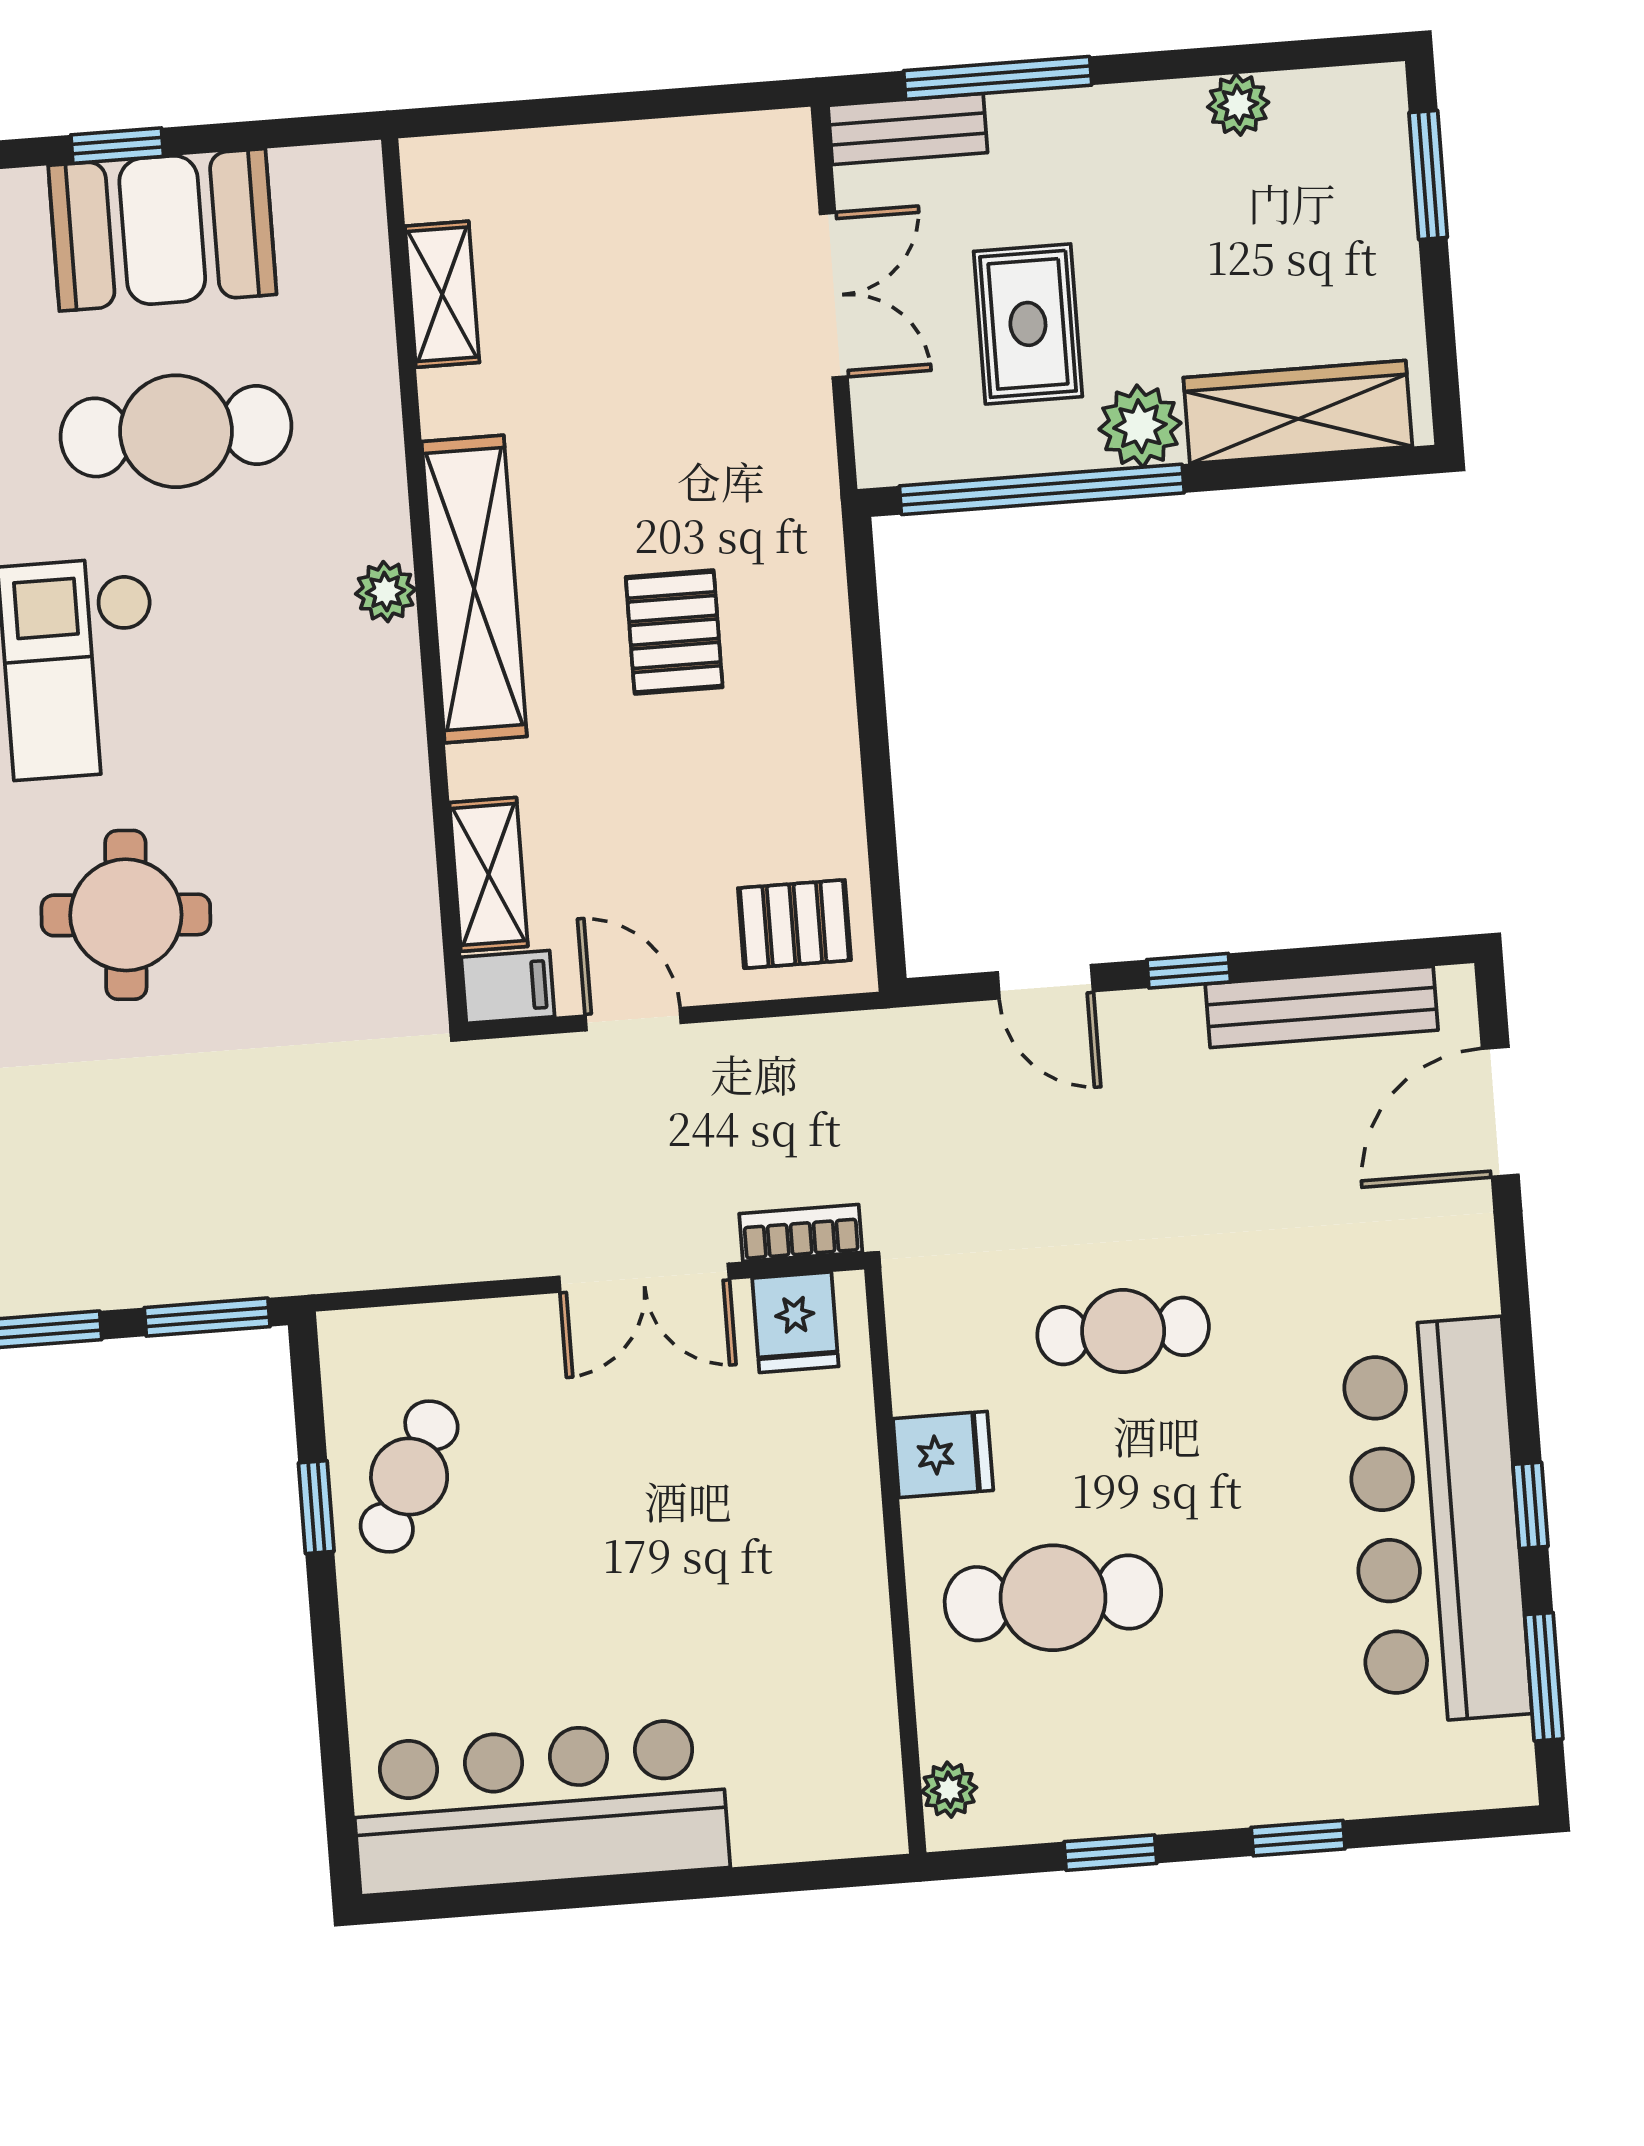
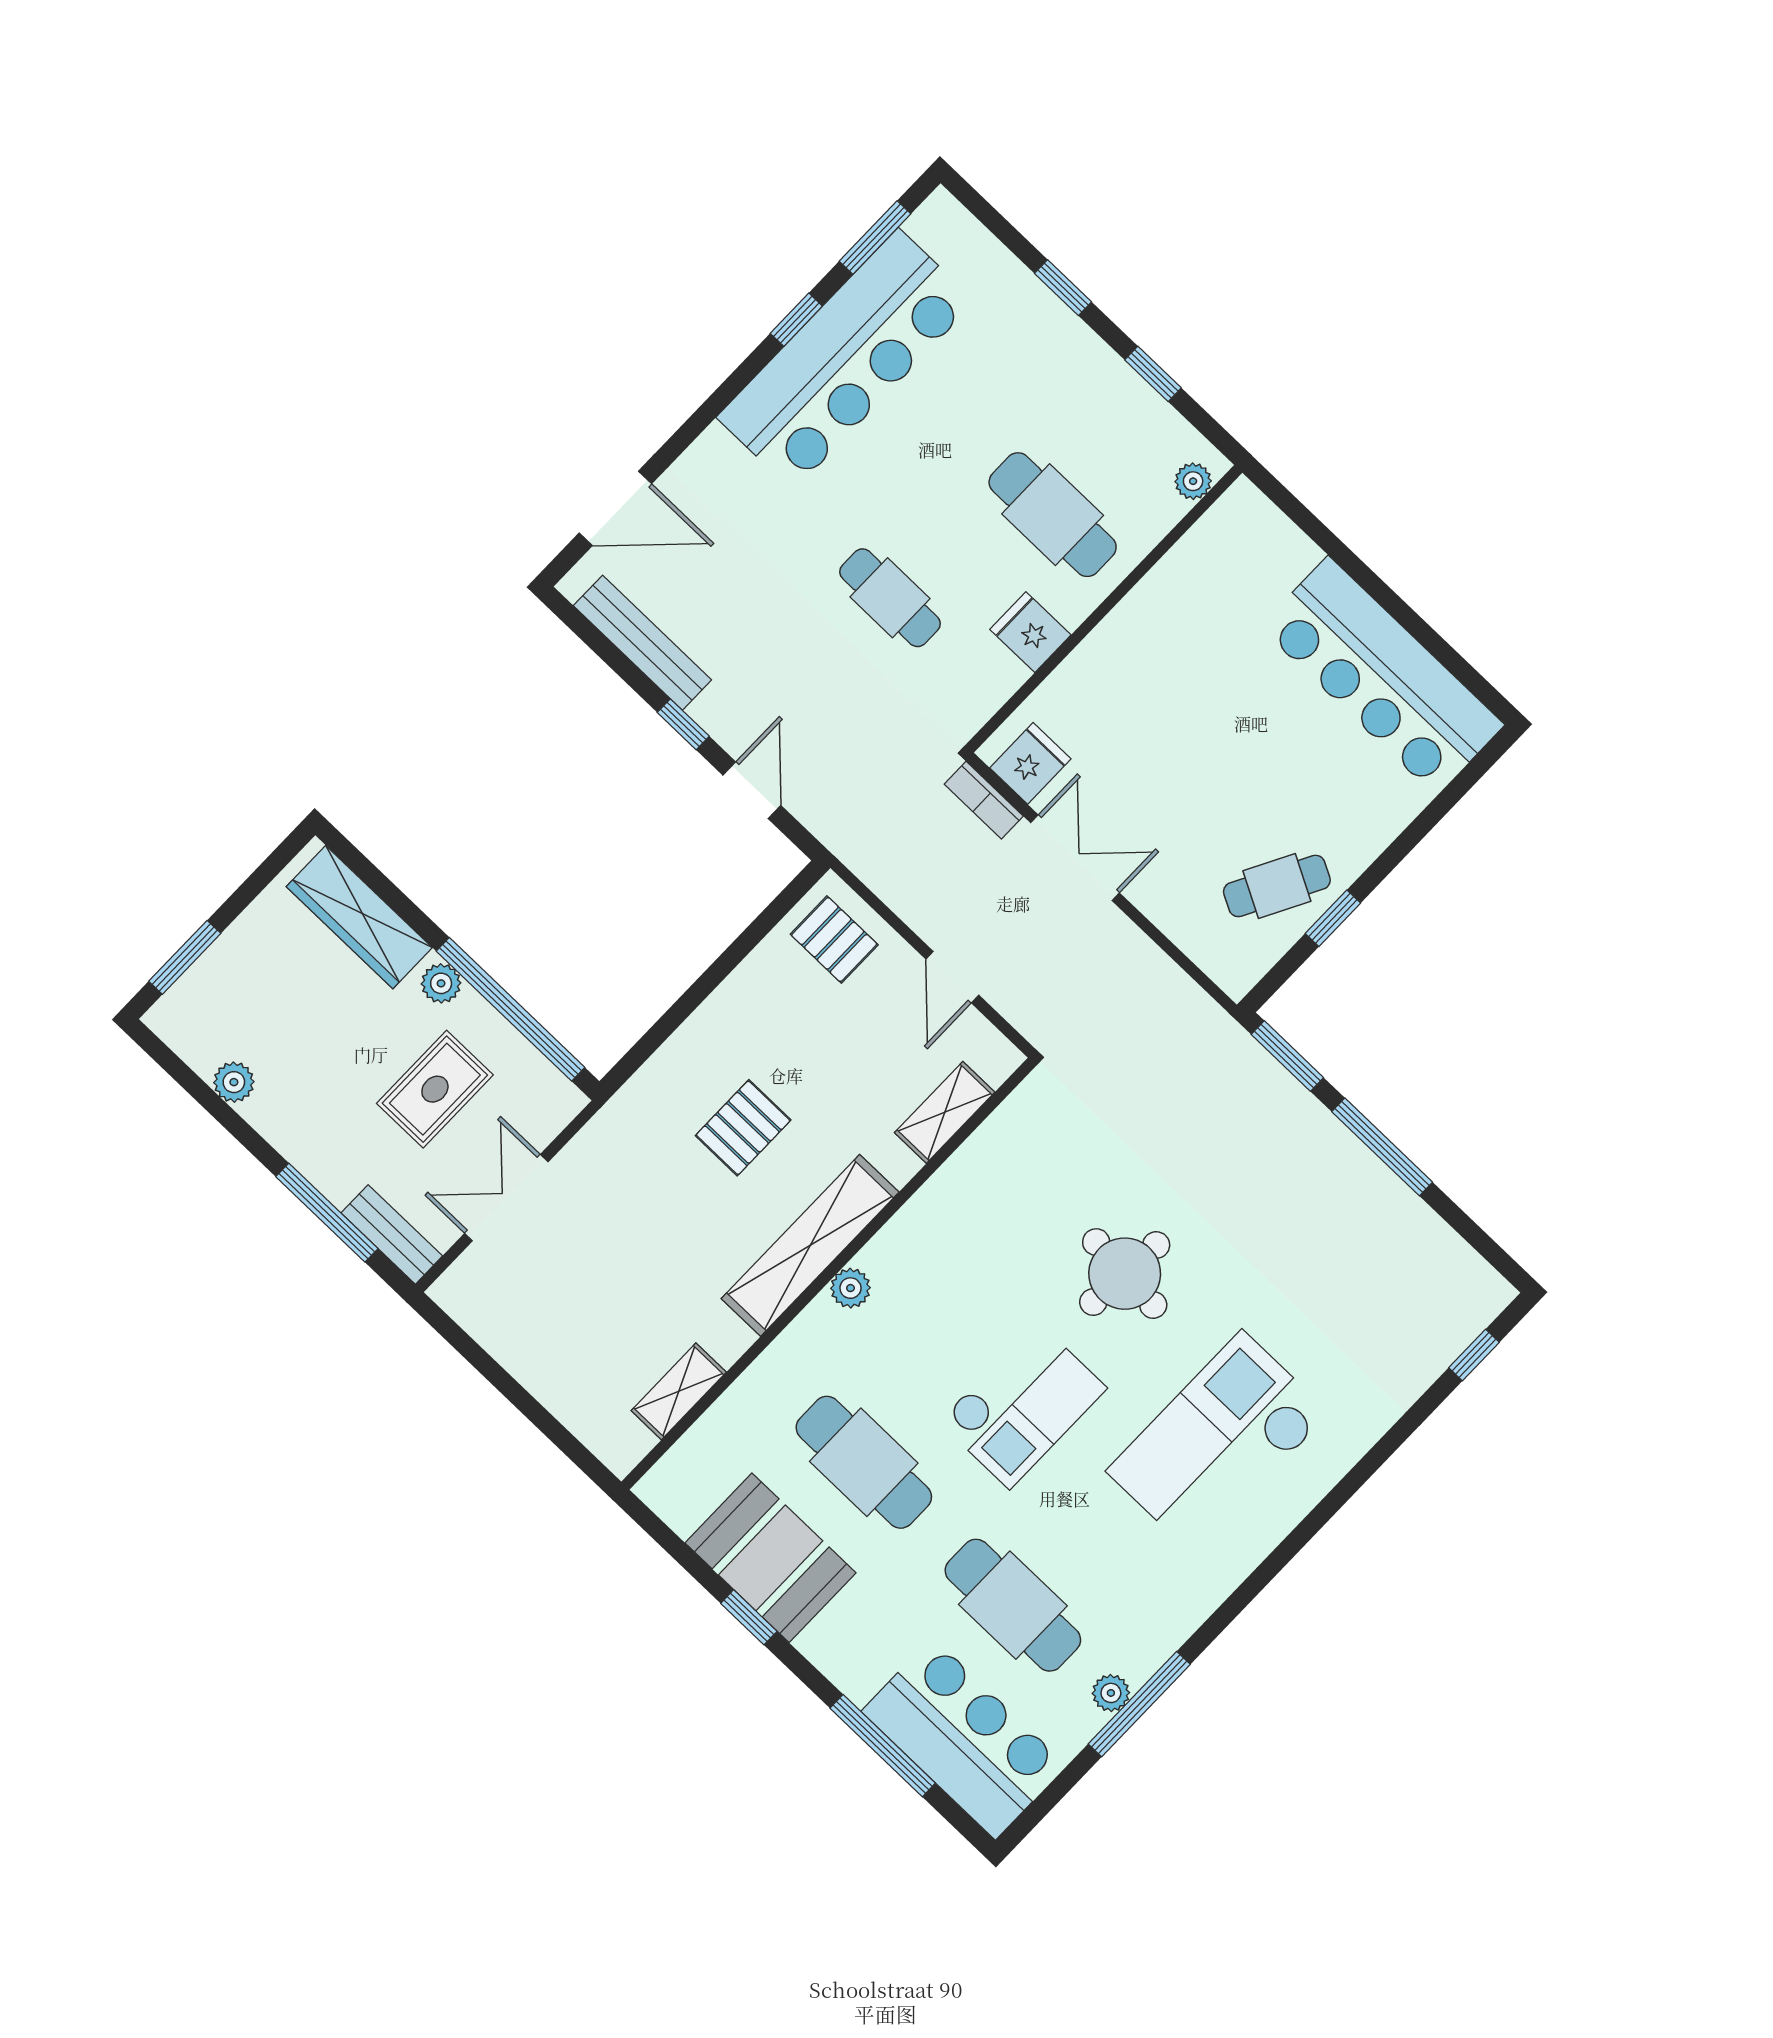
plant: (1140, 426) -> (441, 983), width x0.73, depth x0.73
filing cabinet: (508, 987) -> (992, 1053), removed

